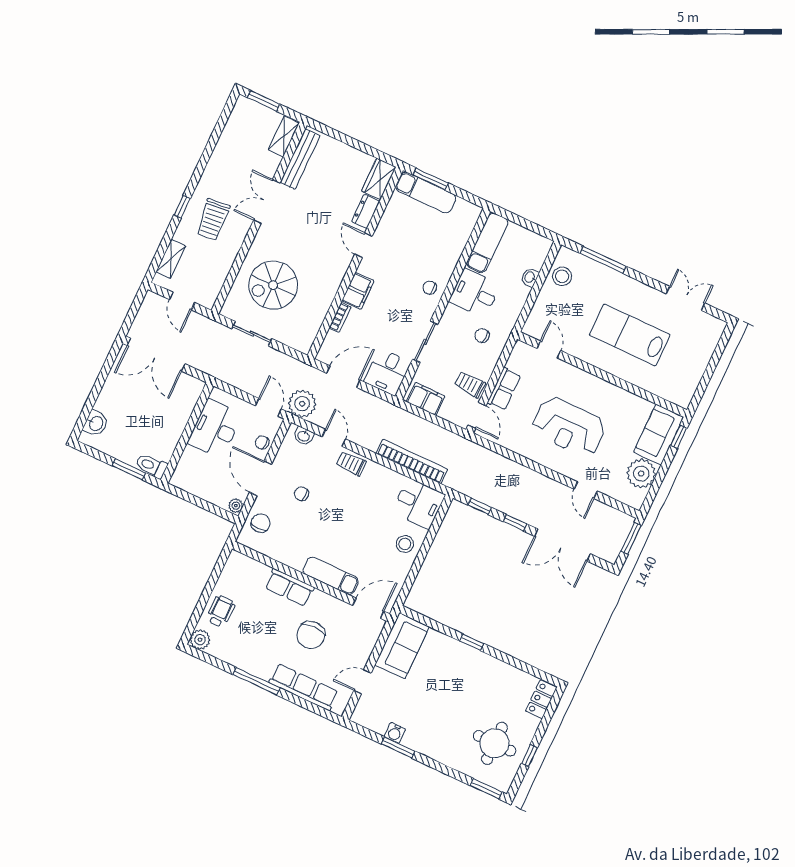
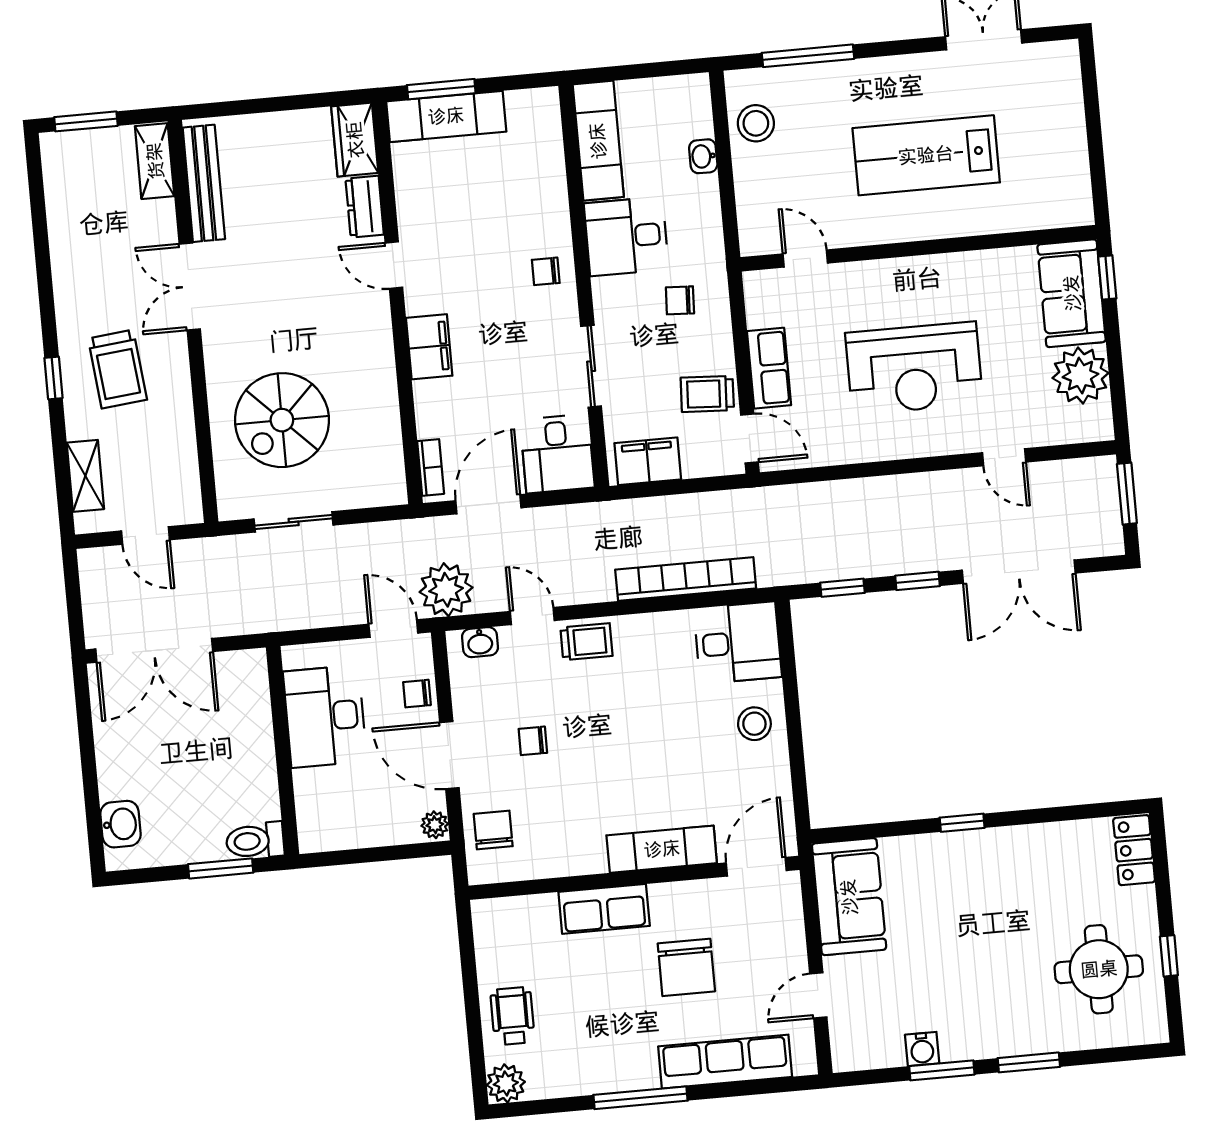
bookcase: (340, 317) -> (431, 467), moved
trolley: (351, 464) -> (586, 642), turned 180
window: (486, 789) -> (1029, 1062), moved

